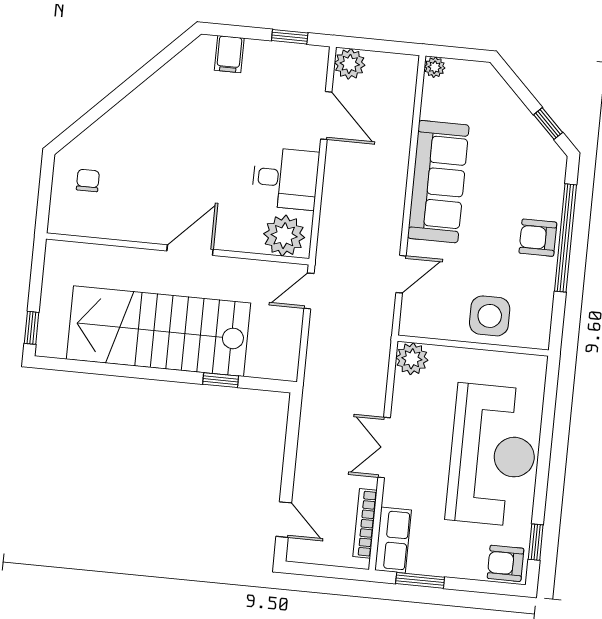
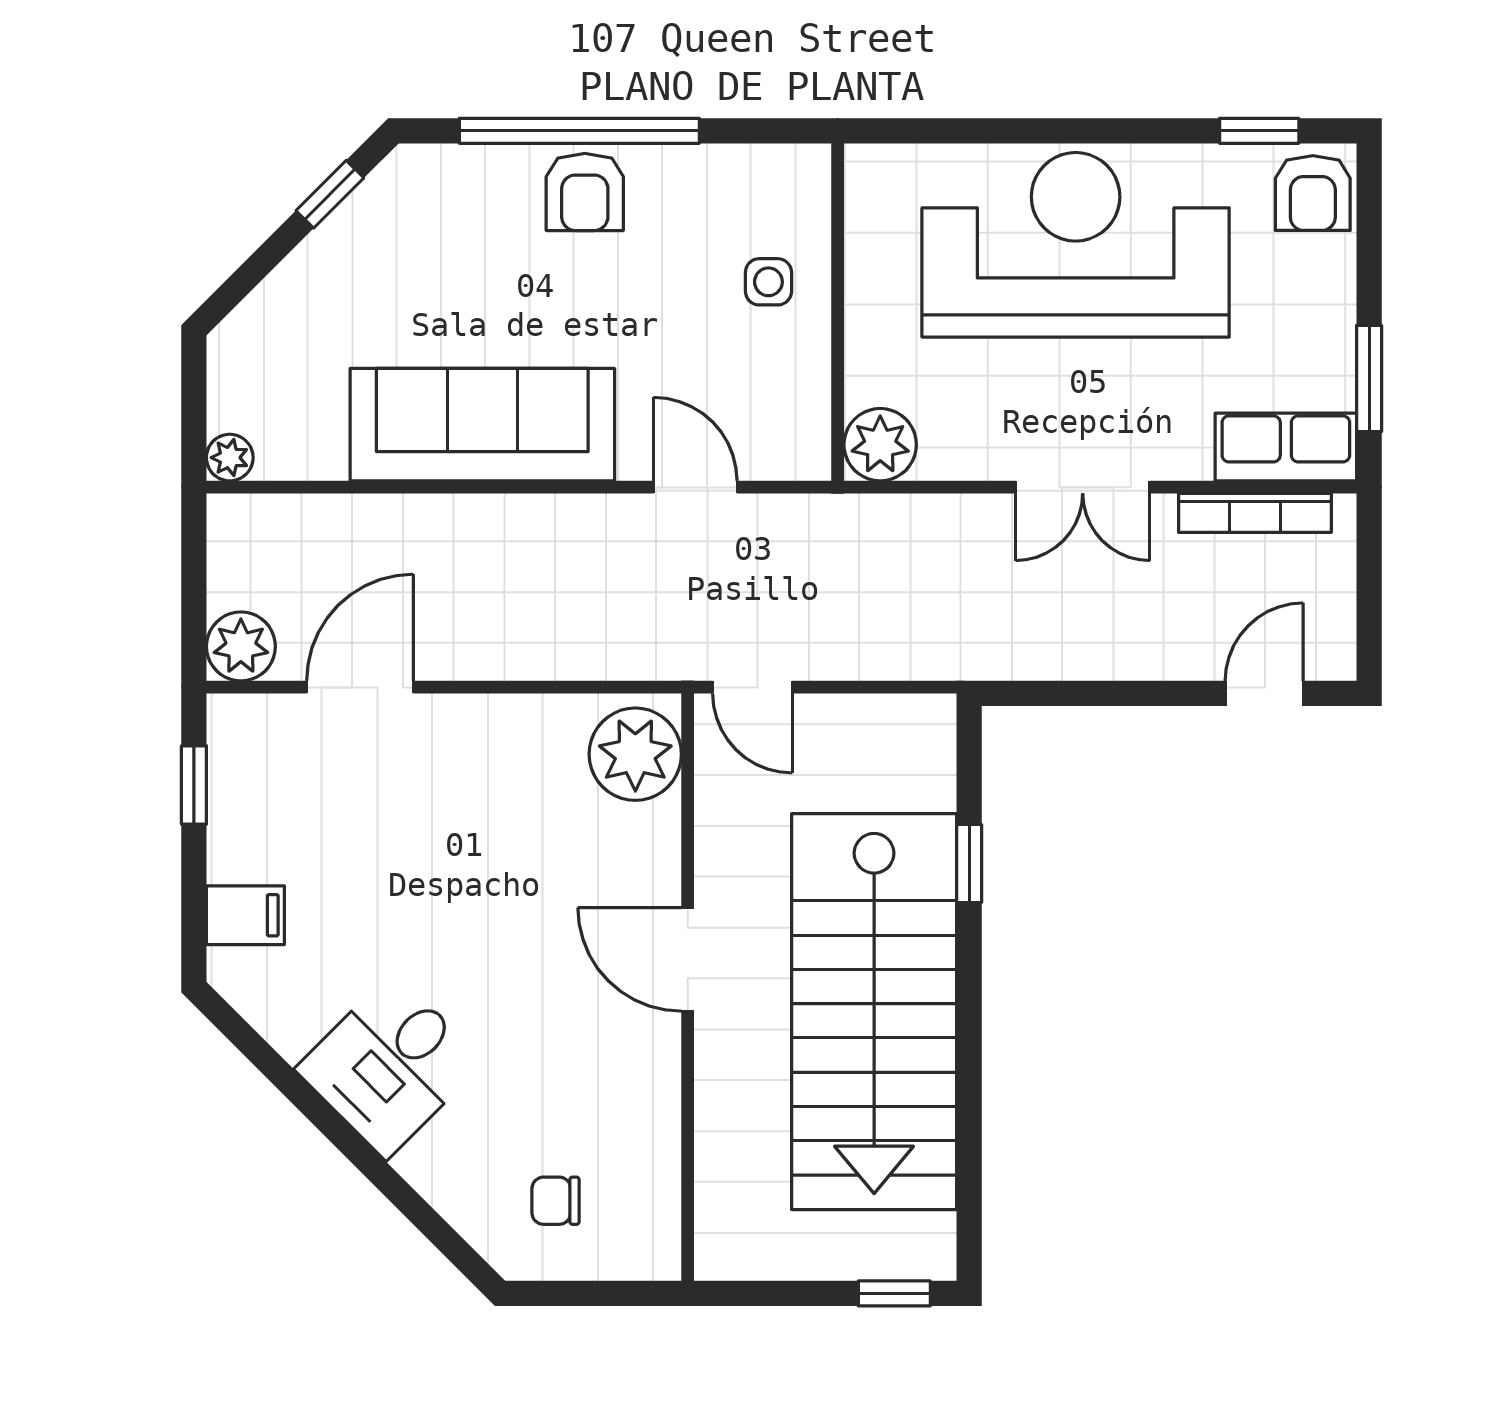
desk: (285, 178) -> (390, 1065), moved, turned -135
side table: (490, 316) -> (768, 282), width x0.54, depth x0.54

